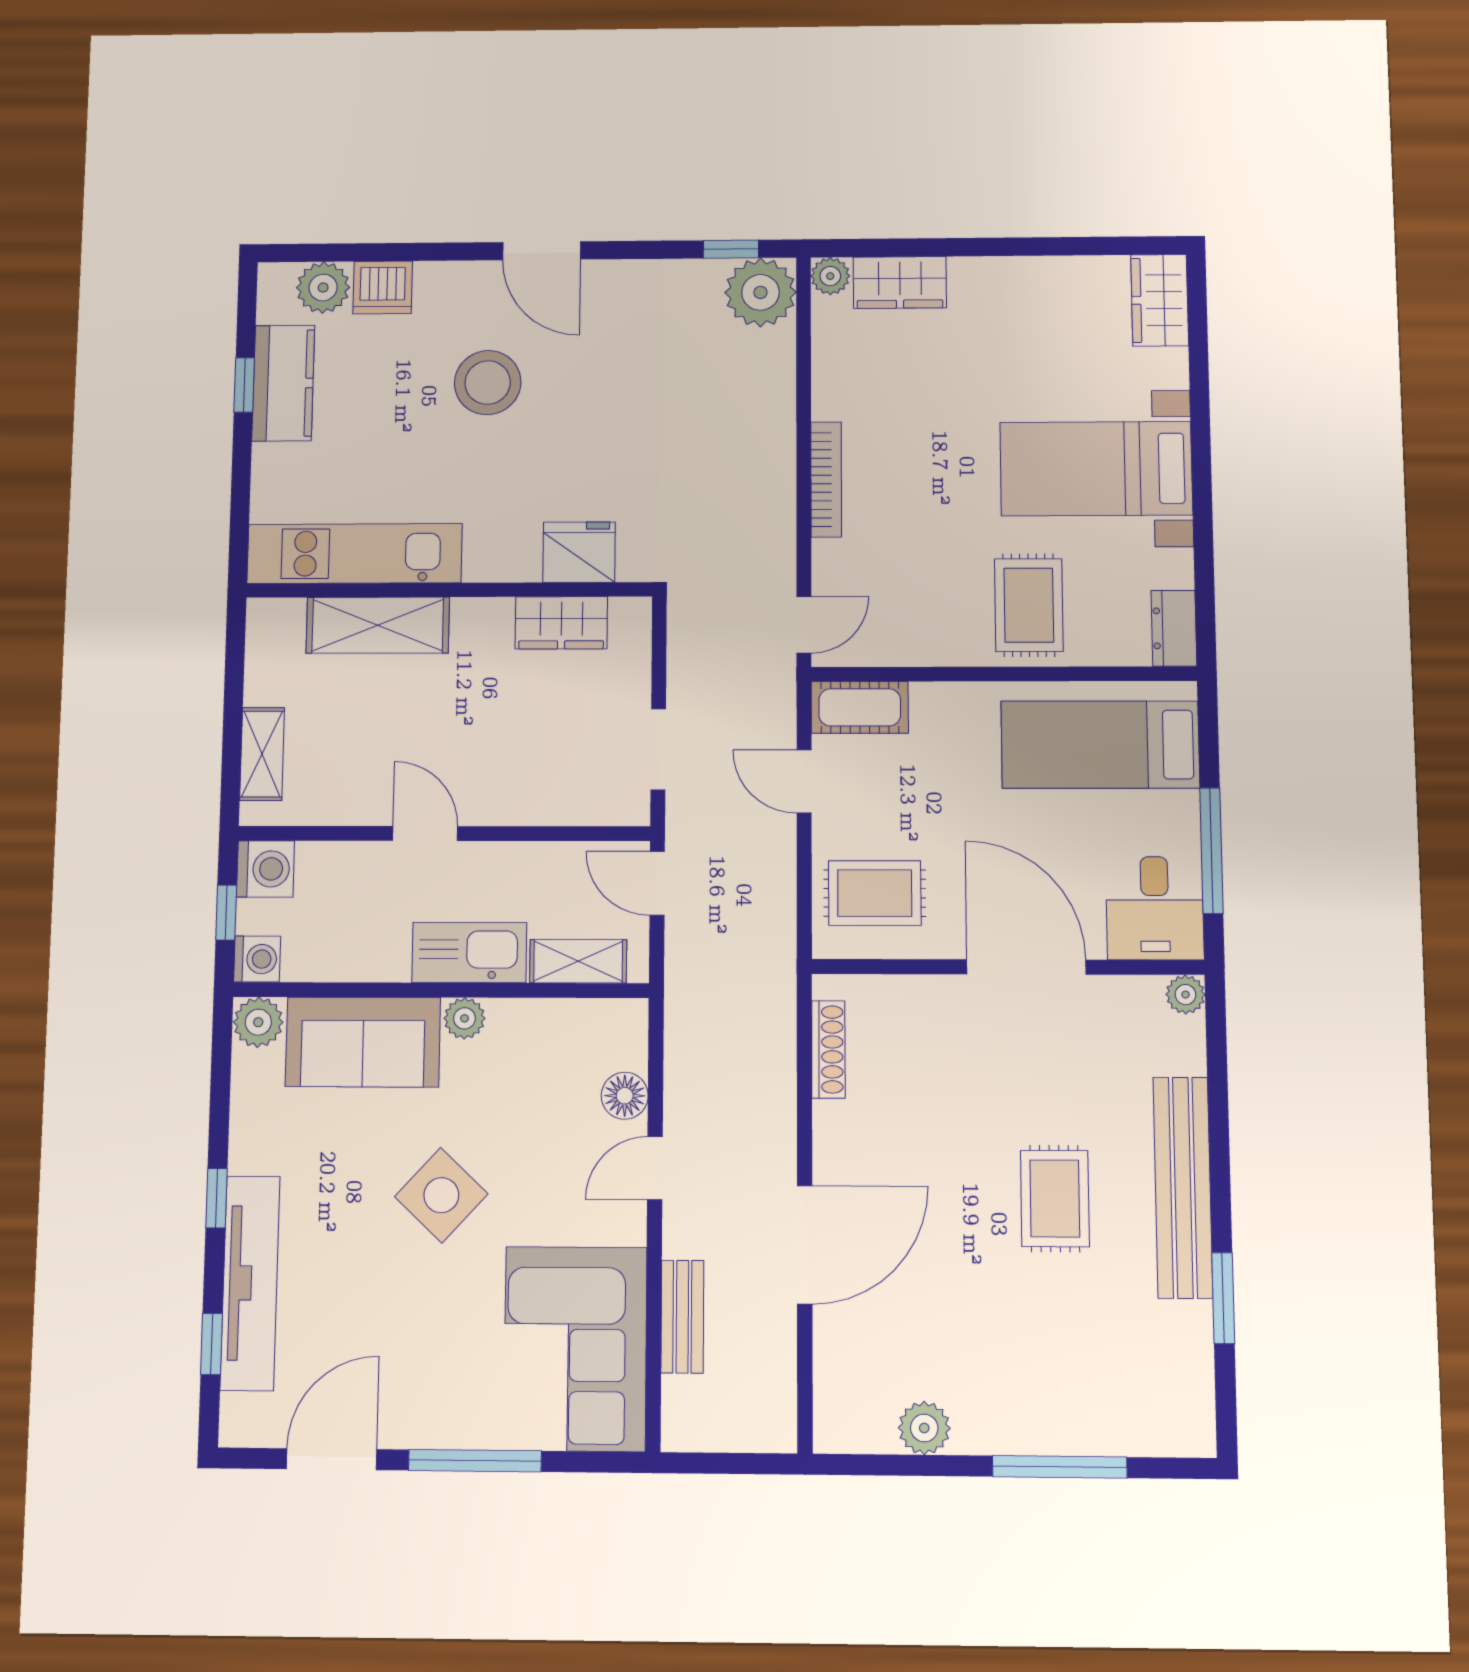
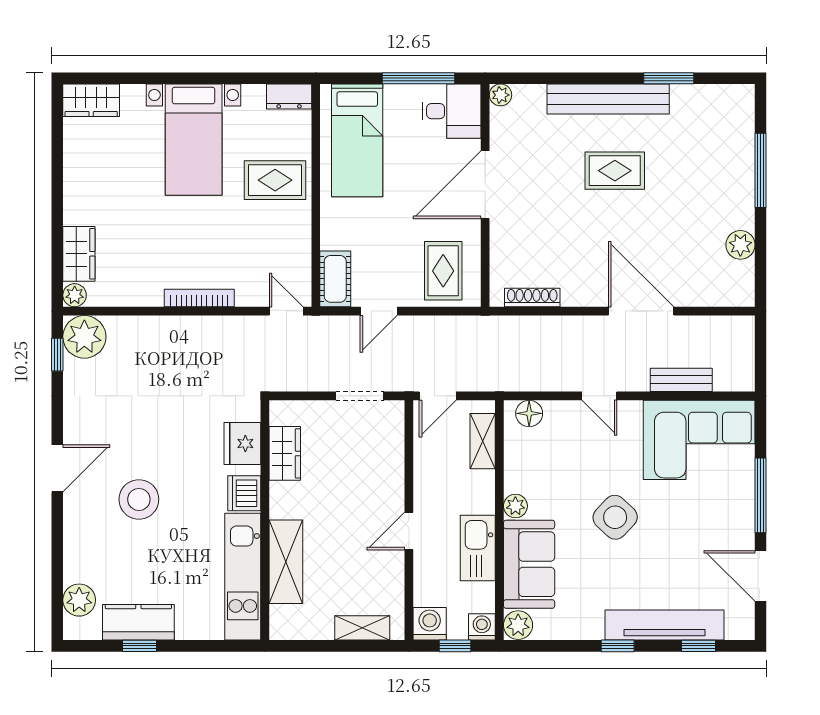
dishwasher: (383, 287) -> (244, 493), moved, turned 180
kitchen sink: (469, 952) -> (478, 548), moved
floor lamp: (625, 1096) -> (529, 413), moved

